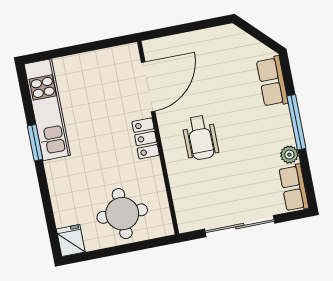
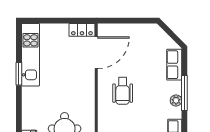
locker: (146, 138) -> (82, 30), moved, turned -90
plant: (289, 155) -> (176, 100), moved

